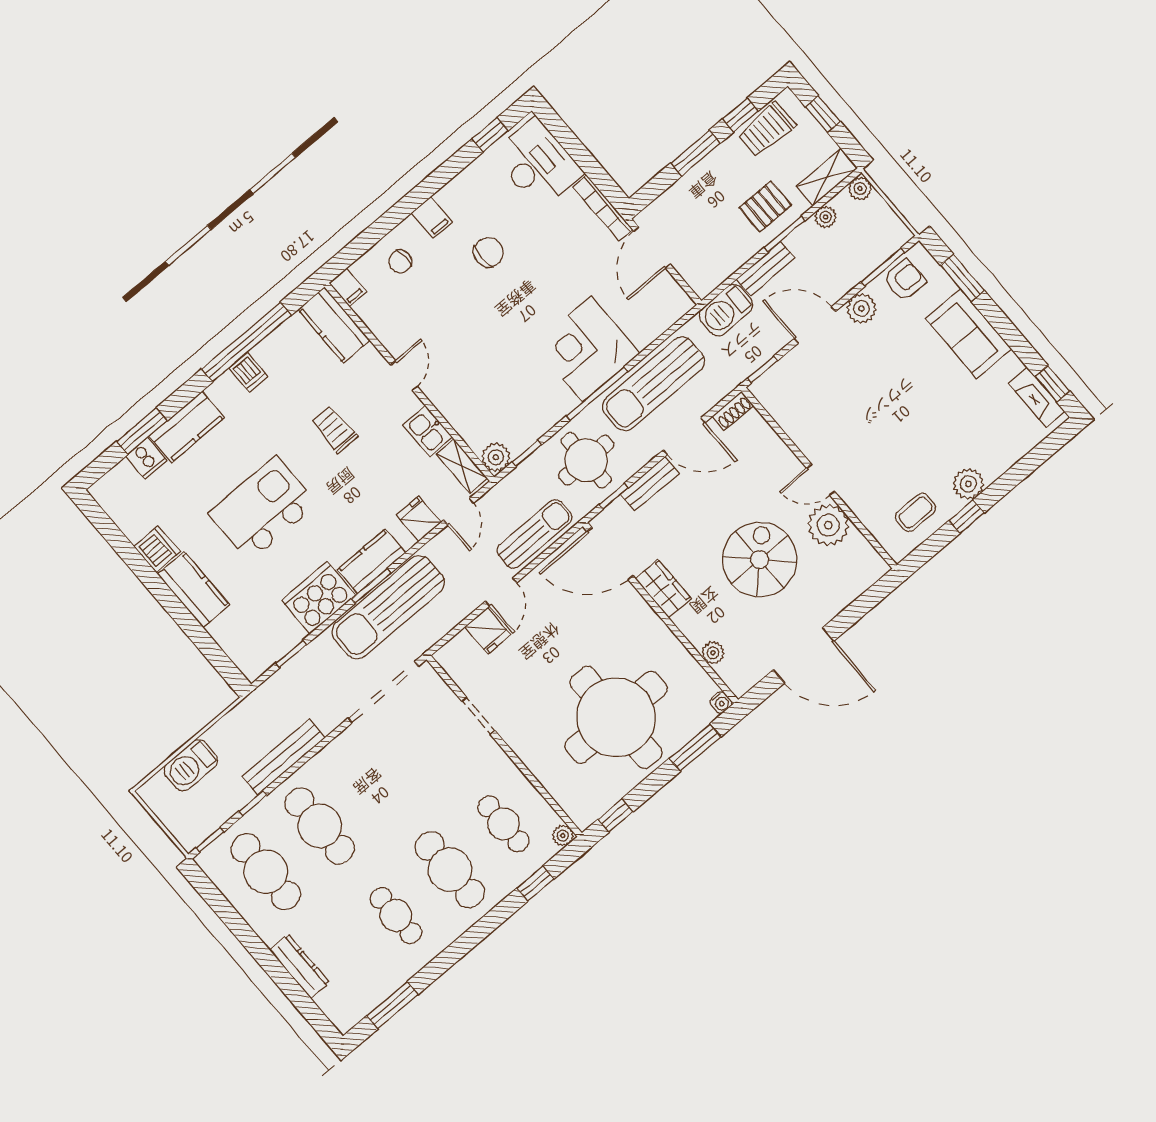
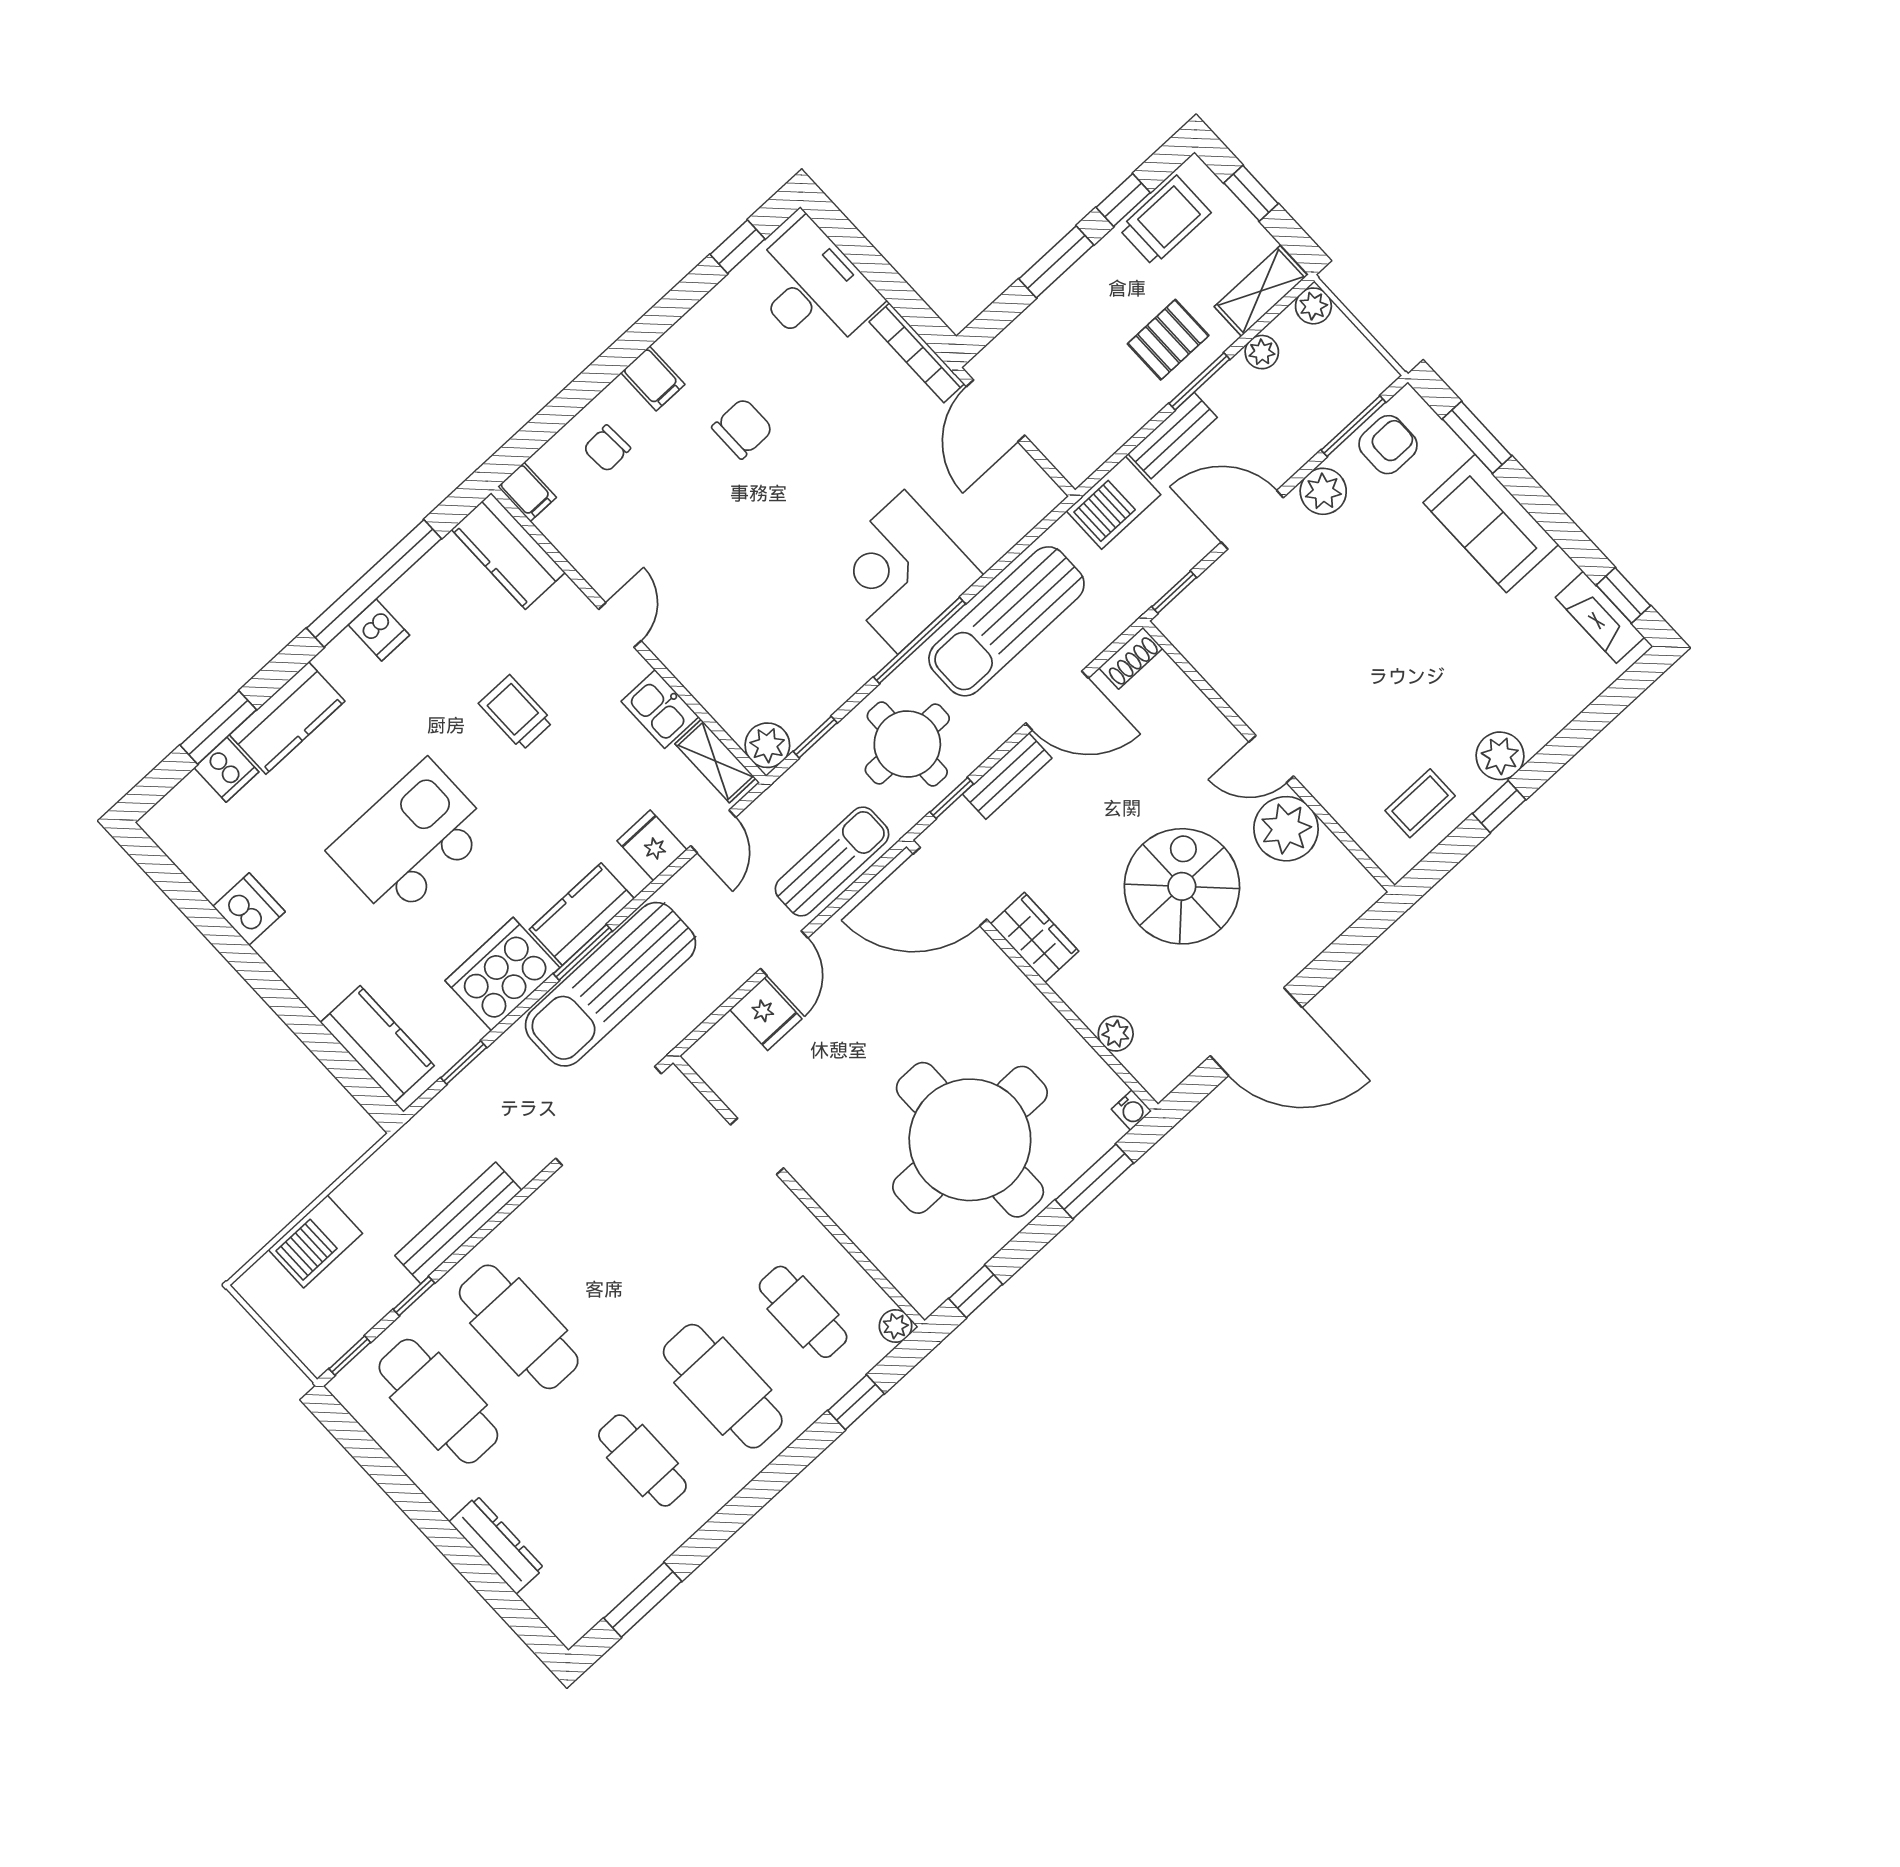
trolley: (767, 129) -> (1165, 221), turned 180
kitchen counter: (194, 590) -> (377, 1044), moved

